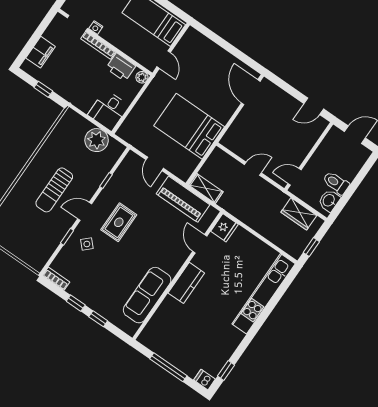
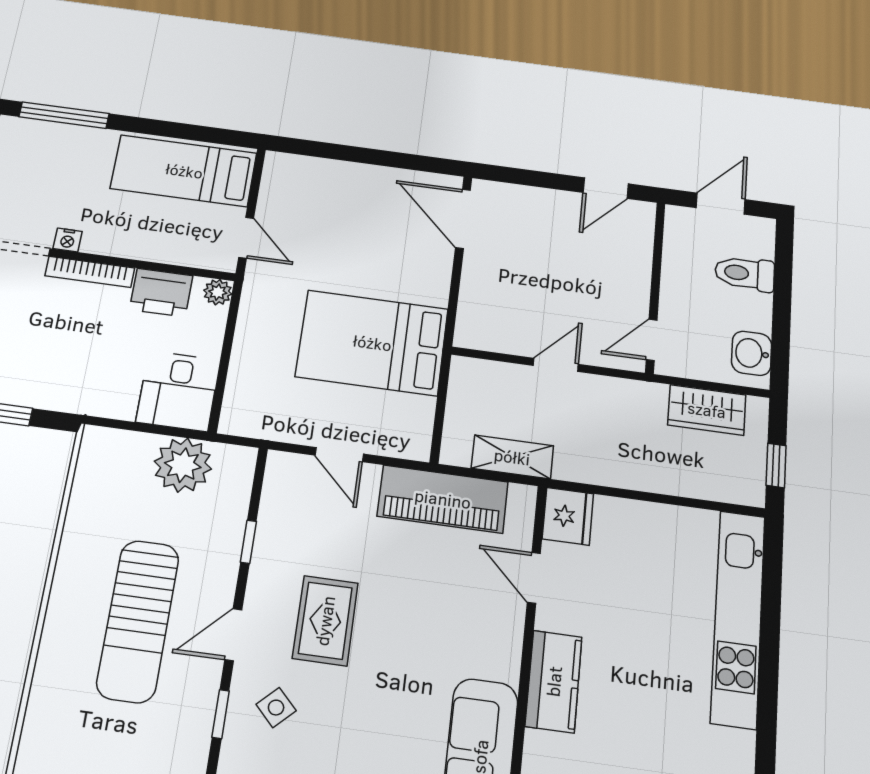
toilet: (336, 183) -> (745, 273), moved
shelving: (206, 188) -> (512, 457), moved
sun lounger: (54, 190) -> (138, 621), width x1.36, depth x1.34

